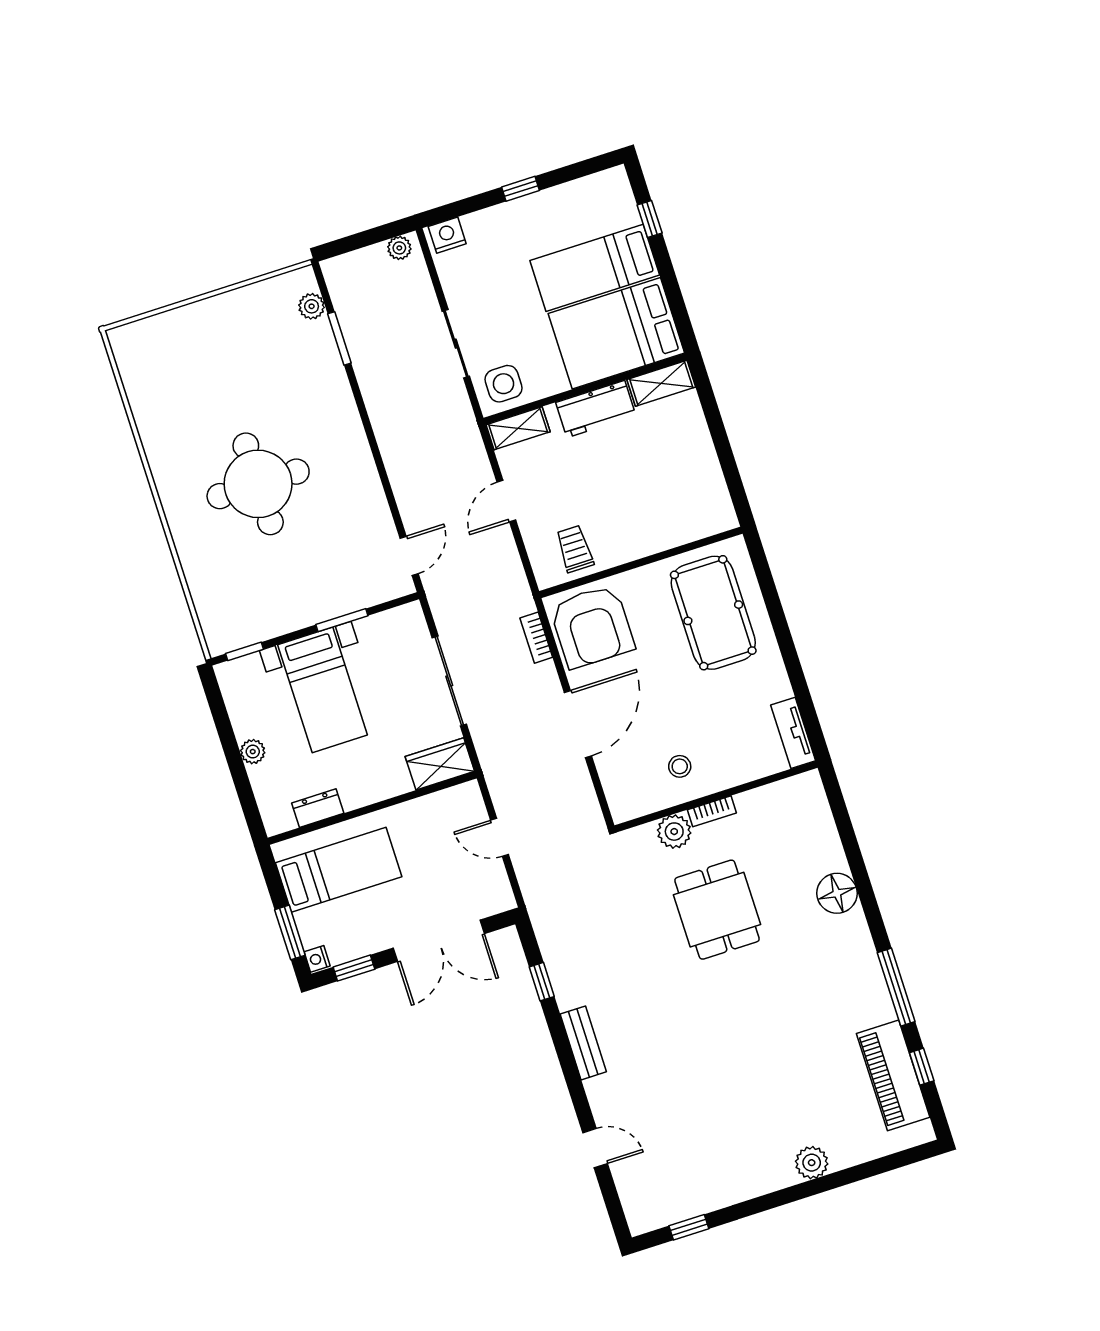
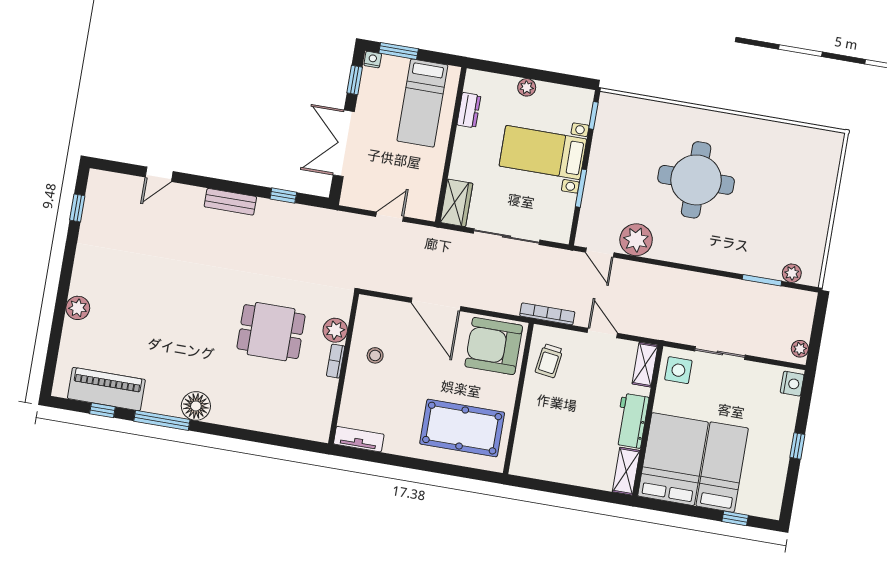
plant: (370, 519) -> (636, 240), added
trolley: (575, 549) -> (549, 361), turned 98
bookcase: (536, 638) -> (547, 314), moved, width x1.56
floor lamp: (837, 893) -> (196, 406), moved

